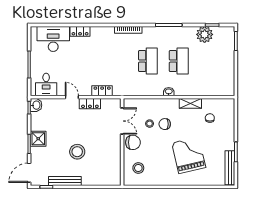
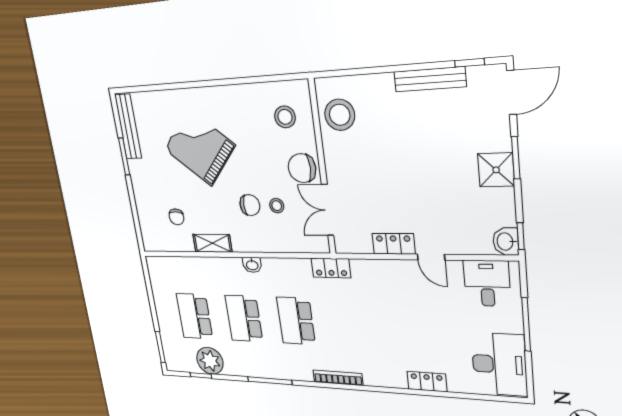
desk: (53, 39) -> (499, 364), moved, turned -90
school desk: (209, 61) -> (194, 316), added
locker: (102, 91) -> (331, 268), moved
stool: (77, 152) -> (340, 115), moved
grand piano: (189, 155) -> (200, 147), turned 143

